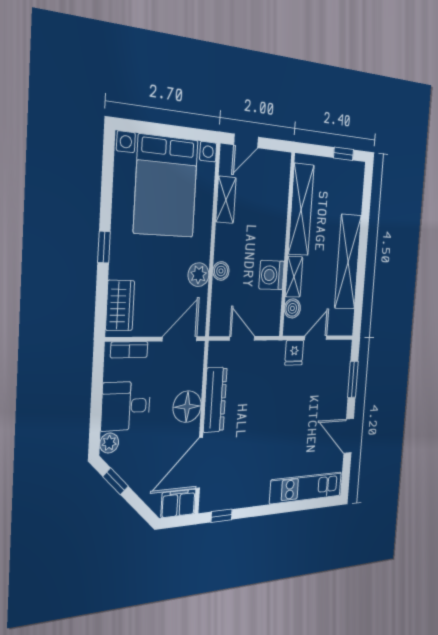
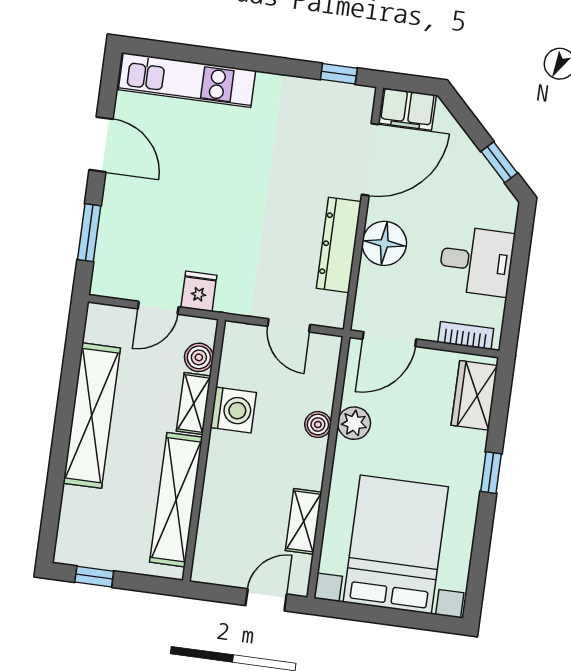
plant: (109, 443) -> (504, 216), removed

